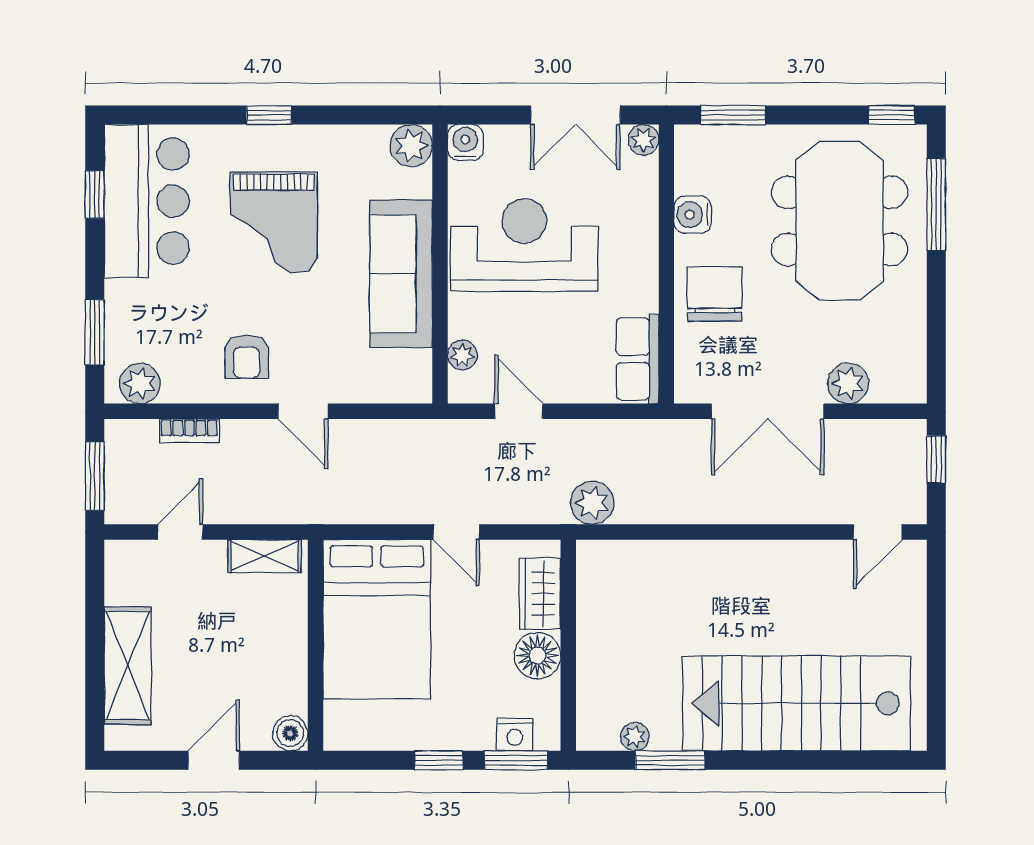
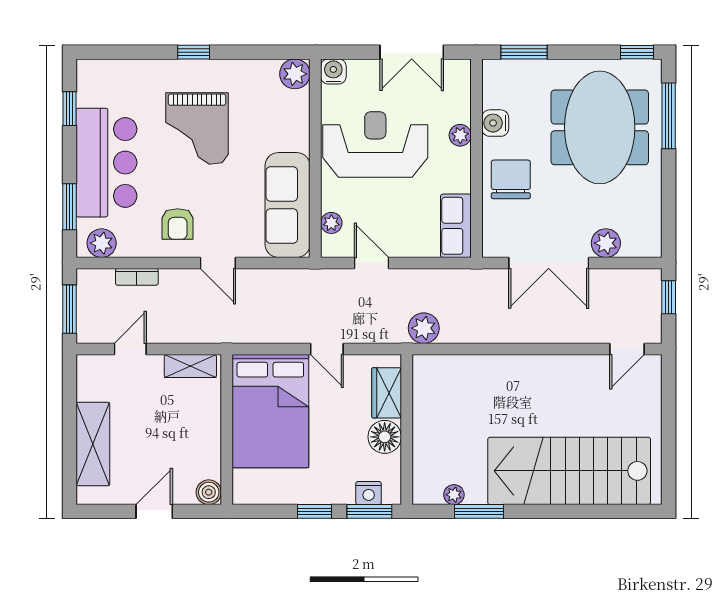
plant: (643, 140) -> (460, 135), moved
bar counter: (147, 201) -> (106, 163), moved
sofa: (401, 274) -> (288, 205), moved

